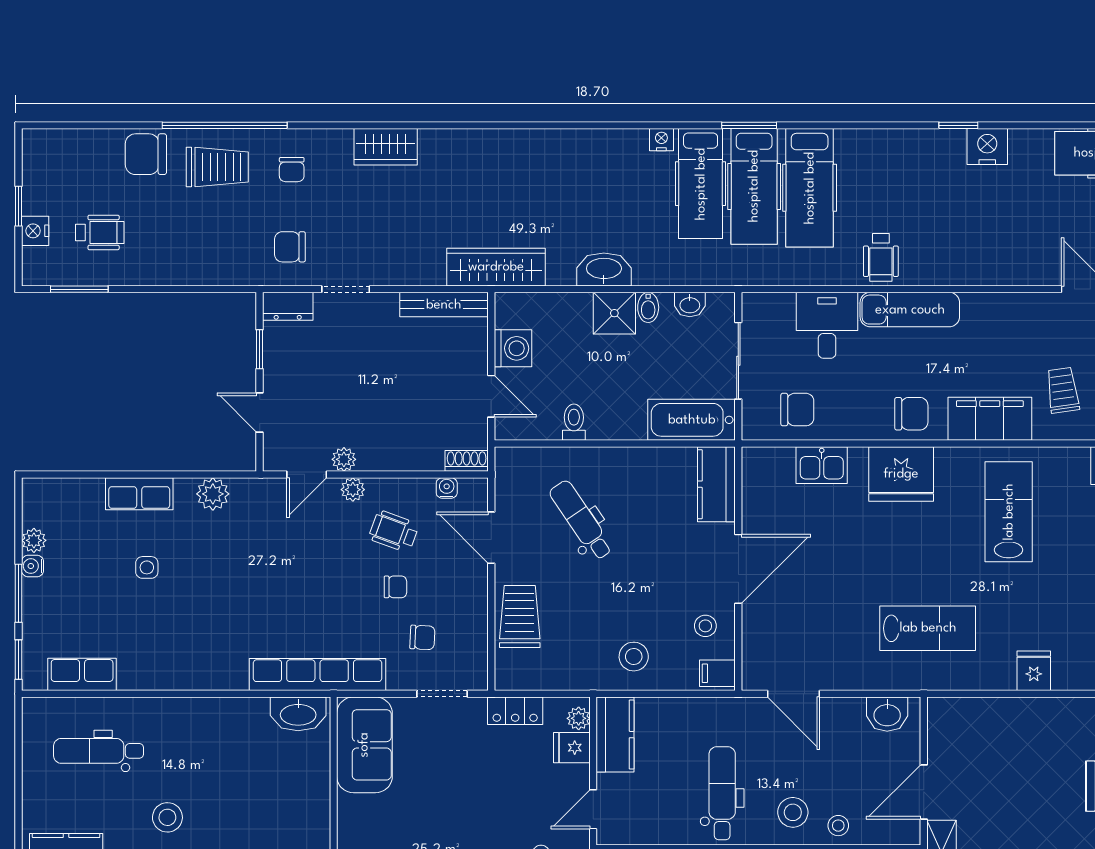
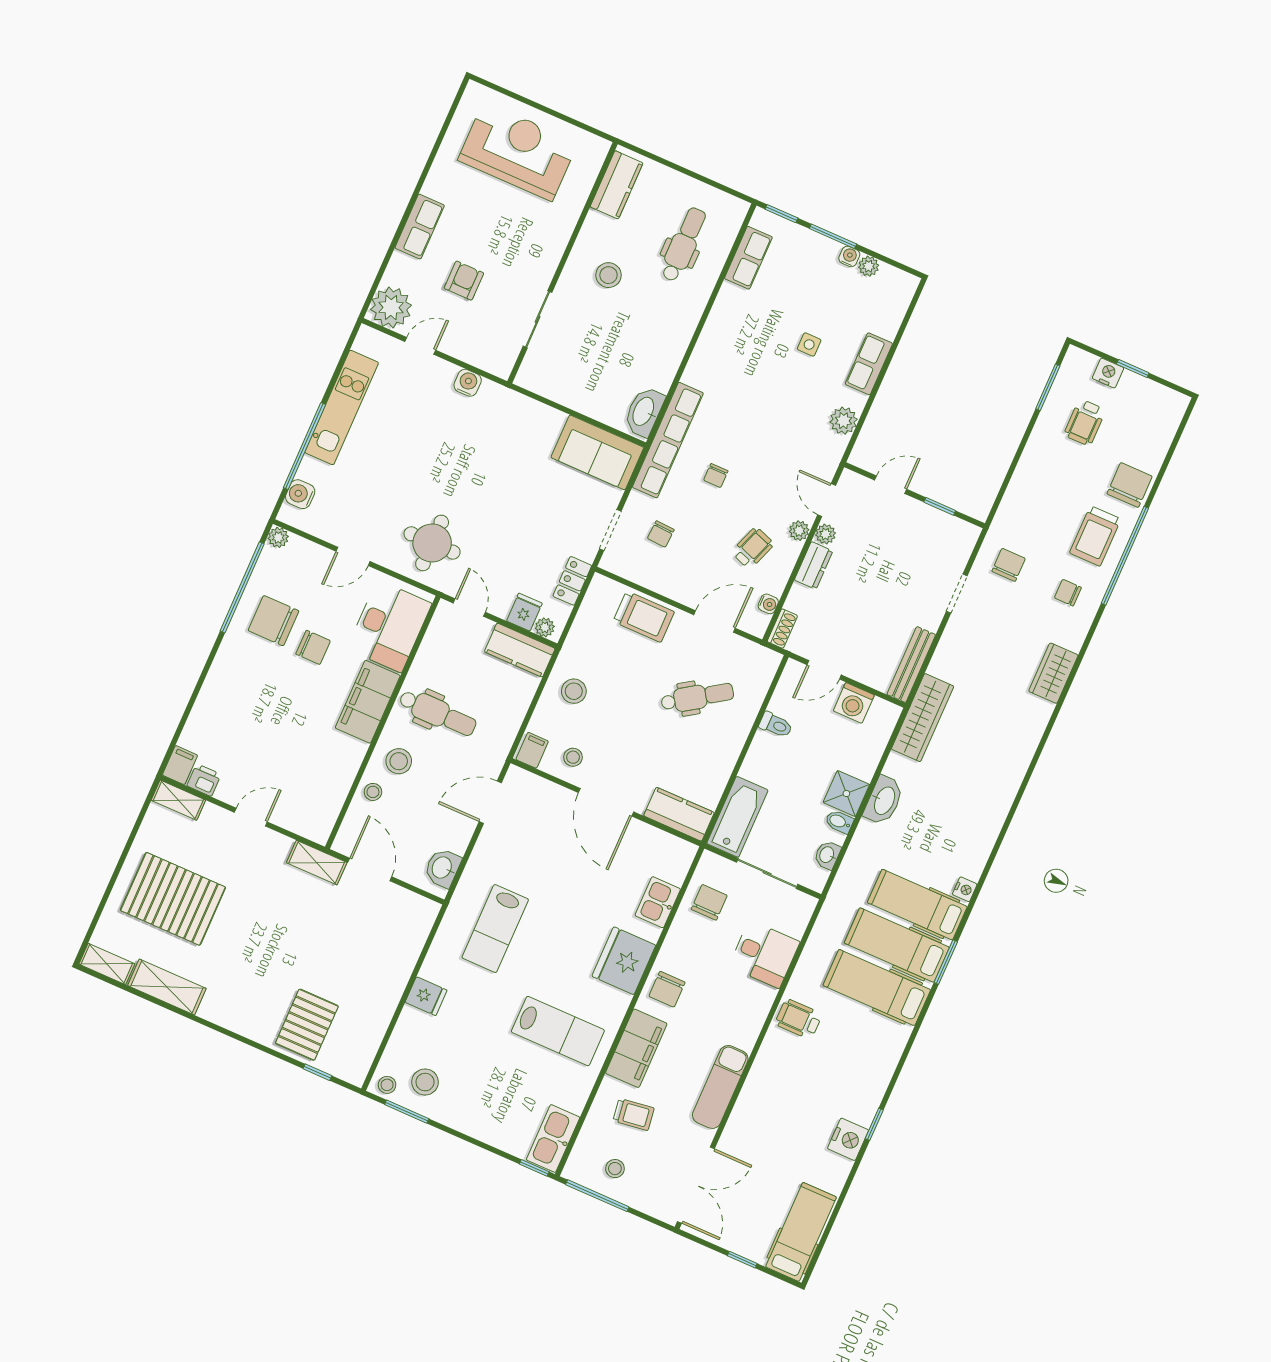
dresser: (288, 306) -> (814, 565), moved, turned 180
exam couch: (910, 310) -> (720, 1087), moved
chair: (797, 410) -> (709, 902), turned 180
chair: (395, 587) -> (716, 476), moved

